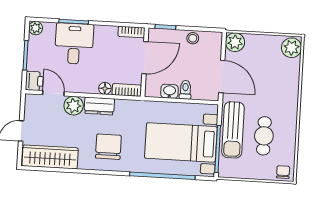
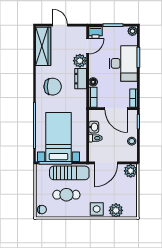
desk: (74, 44) -> (123, 63), width x1.37
plant: (291, 48) -> (116, 210), moved
side table: (287, 94) -> (97, 209), added
sun lounger: (233, 130) -> (69, 173), turned 180

